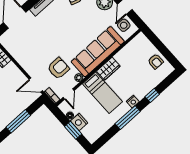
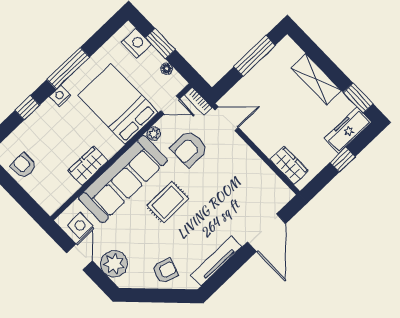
rug: (72, 37) -> (168, 202), added
wardrobe: (108, 69) -> (88, 166), moved
bed: (102, 93) -> (118, 104), width x1.50
door: (69, 94) -> (170, 105), swing flipped
nightstand: (79, 122) -> (136, 43), moved

